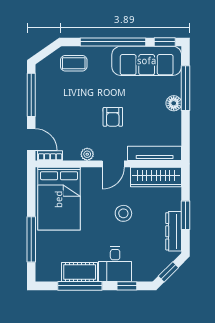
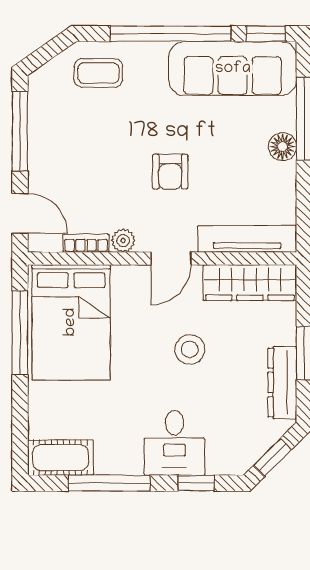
bookcase: (50, 156) -> (86, 243), moved
window: (31, 239) -> (20, 333), moved
cot: (80, 272) -> (60, 458), moved

